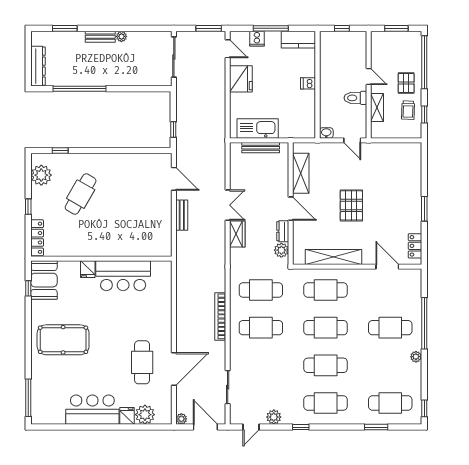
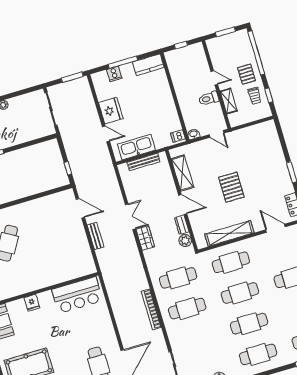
door: (228, 49) -> (106, 134), moved
dishwasher: (308, 83) -> (178, 136), moved
bar counter: (123, 276) -> (77, 295), moved

